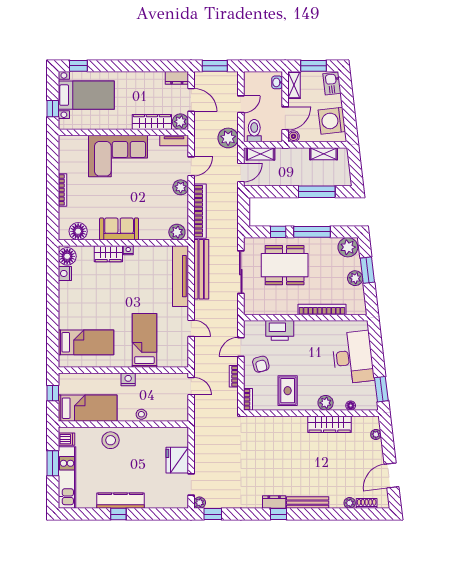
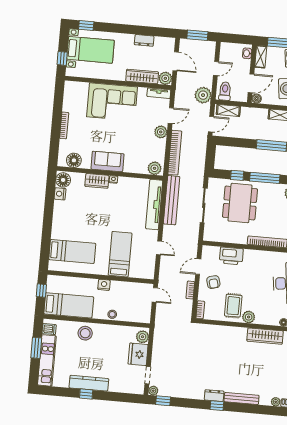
dresser: (177, 78) -> (144, 40), moved
dining table: (285, 265) -> (240, 203), turned 90
plant: (326, 403) -> (249, 317), moved
plant: (181, 438) -> (143, 337), added

